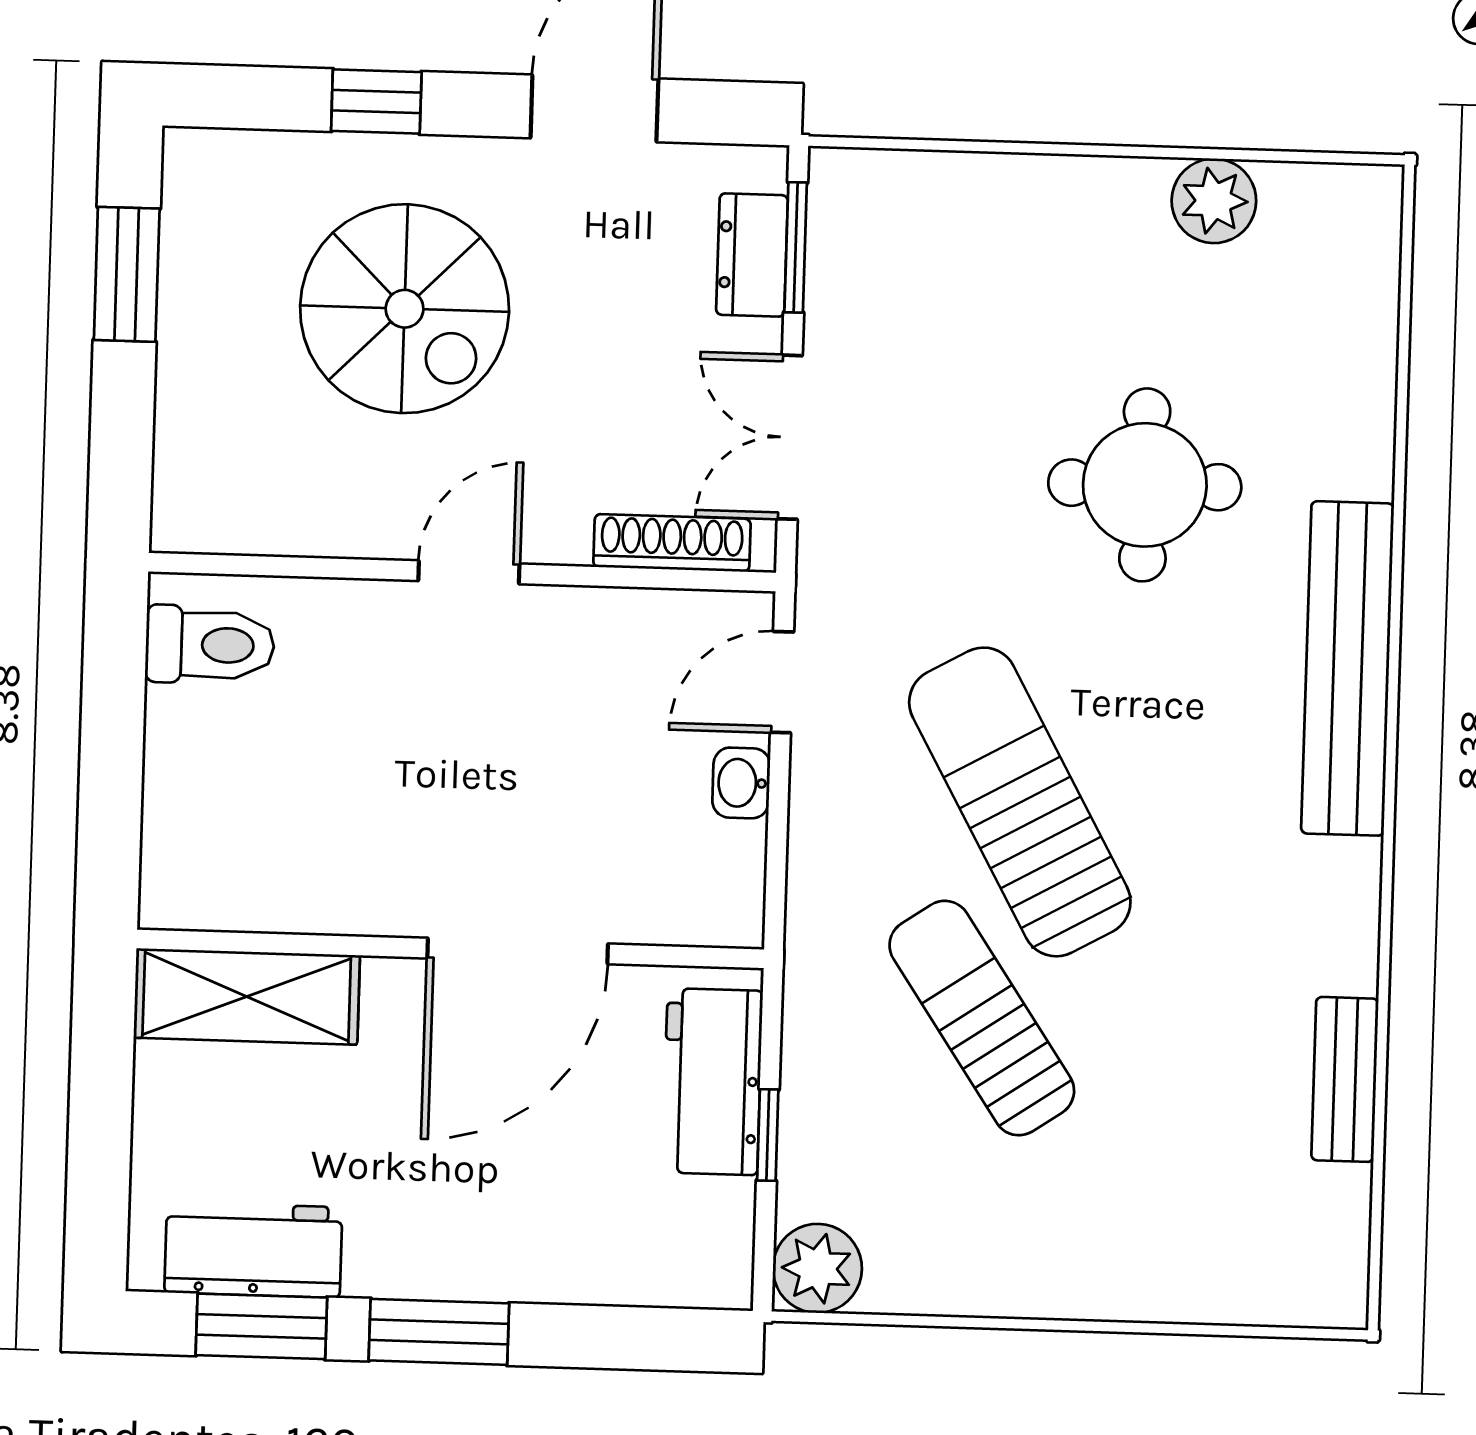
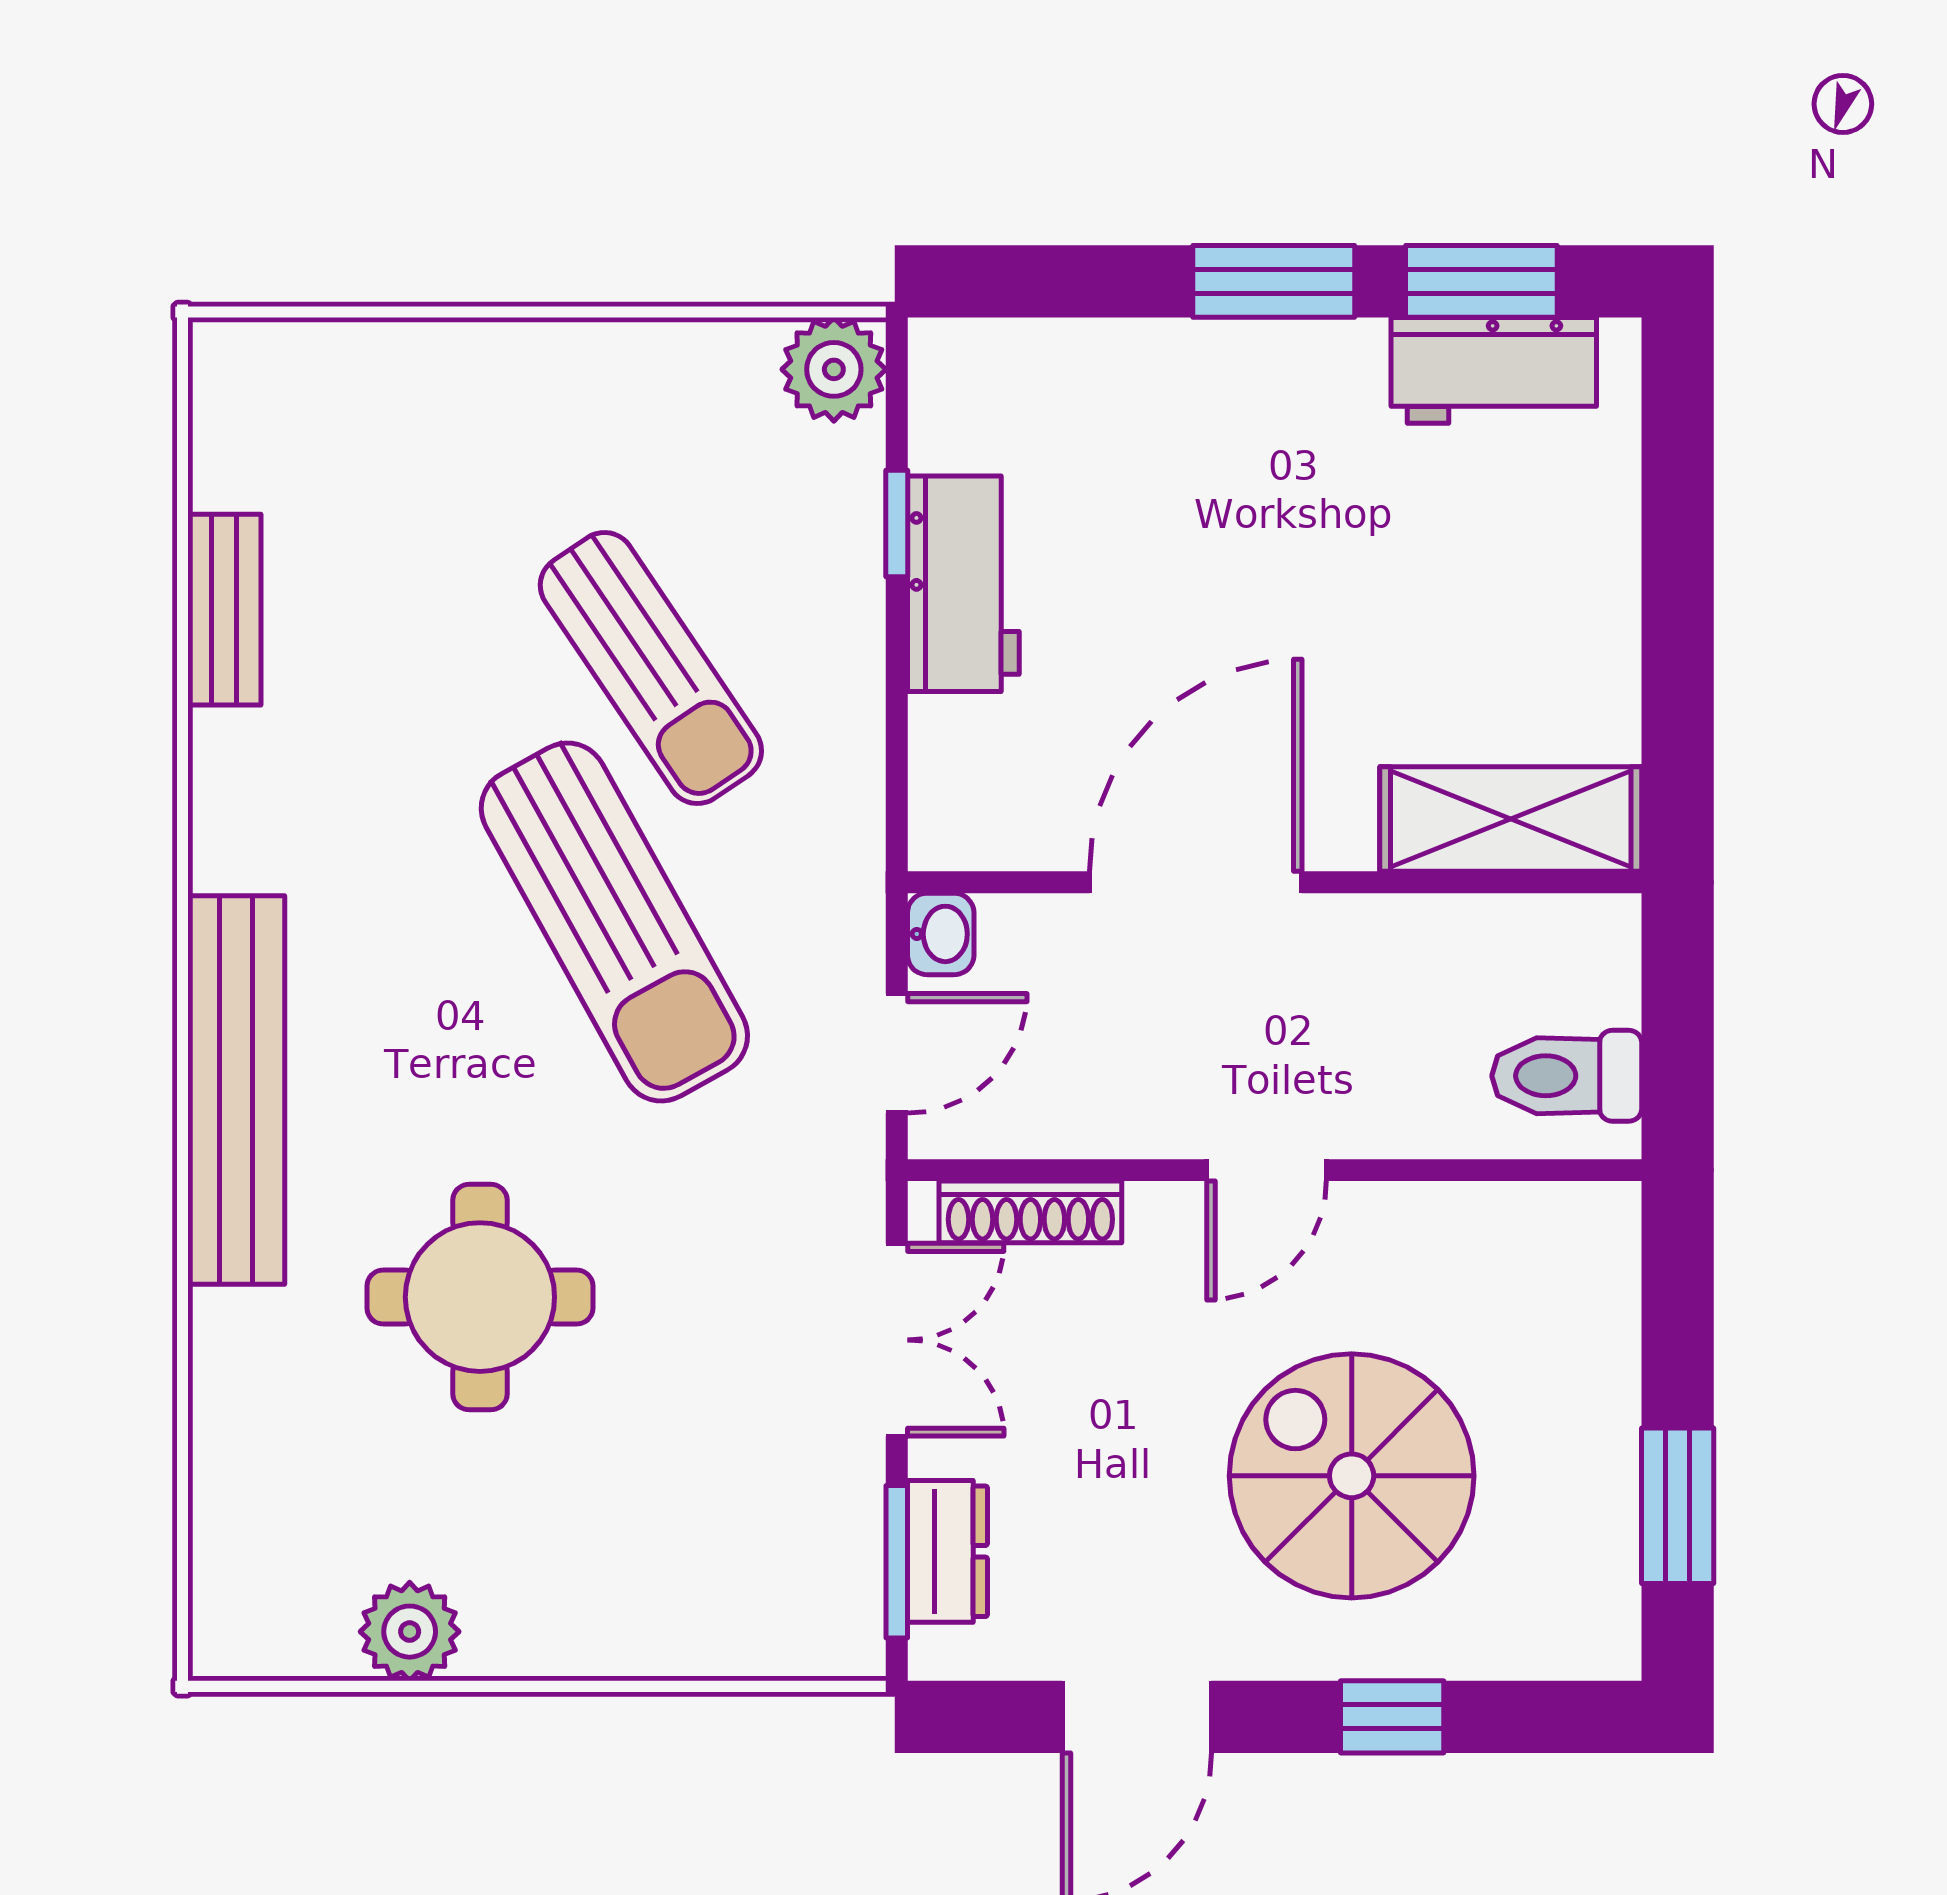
wall: (450, 949) -> (1275, 882), moved
door: (518, 951) -> (1196, 882), moved
shelving: (247, 997) -> (1511, 819), moved

